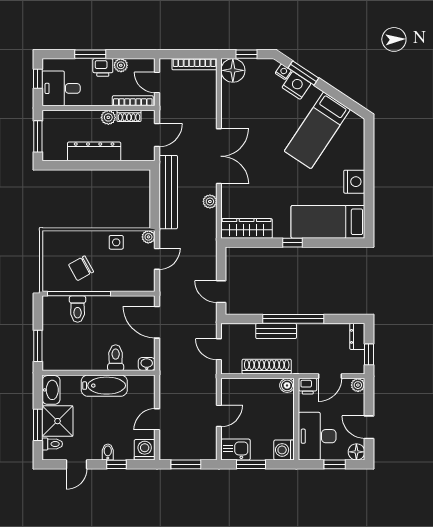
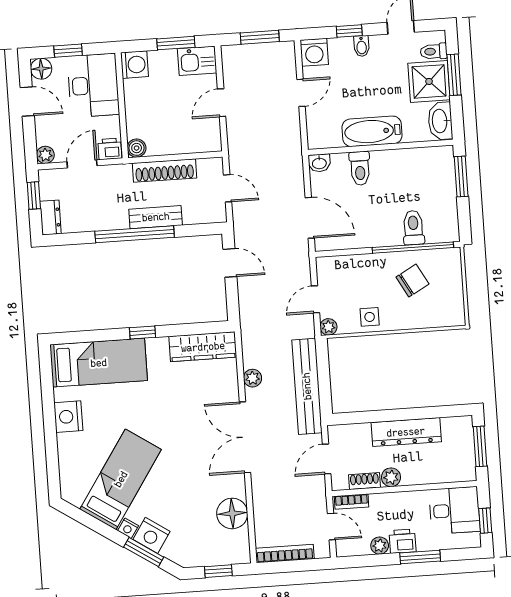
floor lamp: (233, 70) -> (232, 513), moved
nightstand: (283, 72) -> (128, 528), moved
bookcase: (133, 101) -> (352, 502), width x0.64

